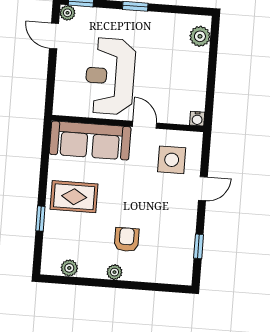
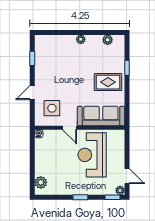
reception desk: (110, 76) -> (92, 155), turned 180
armchair: (127, 240) -> (75, 59), removed

